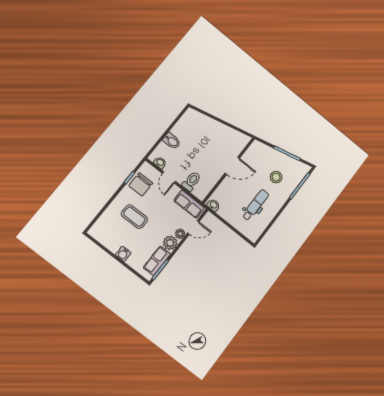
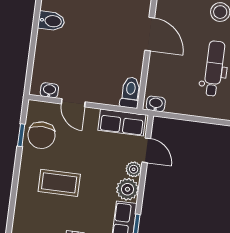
bidet: (172, 141) -> (51, 21), moved
door: (232, 166) -> (150, 34), hinge flipped
toilet: (192, 181) -> (130, 93), moved
door: (193, 227) -> (146, 150), hinge flipped

